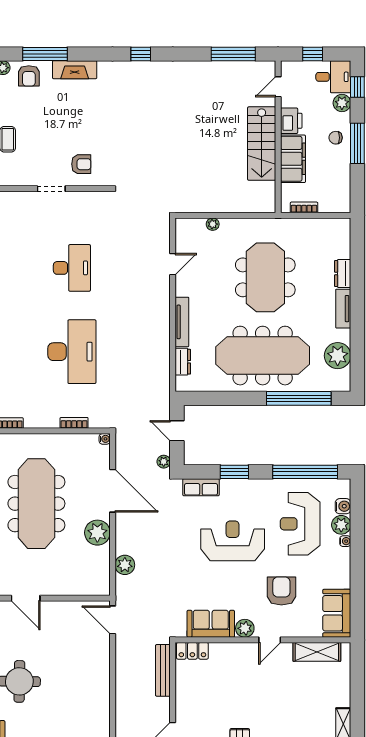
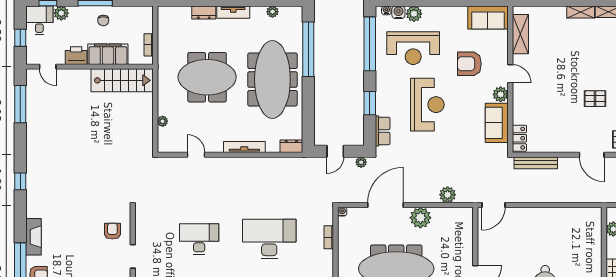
chair: (336, 138) -> (103, 20), moved
stairs: (262, 144) -> (122, 80), moved
plant: (338, 356) -> (272, 12), width x0.53, depth x0.53
dresser: (183, 362) -> (291, 146), moved
reception desk: (233, 541) -> (427, 105), turned 180
water cooler: (345, 541) -> (386, 10), moved

